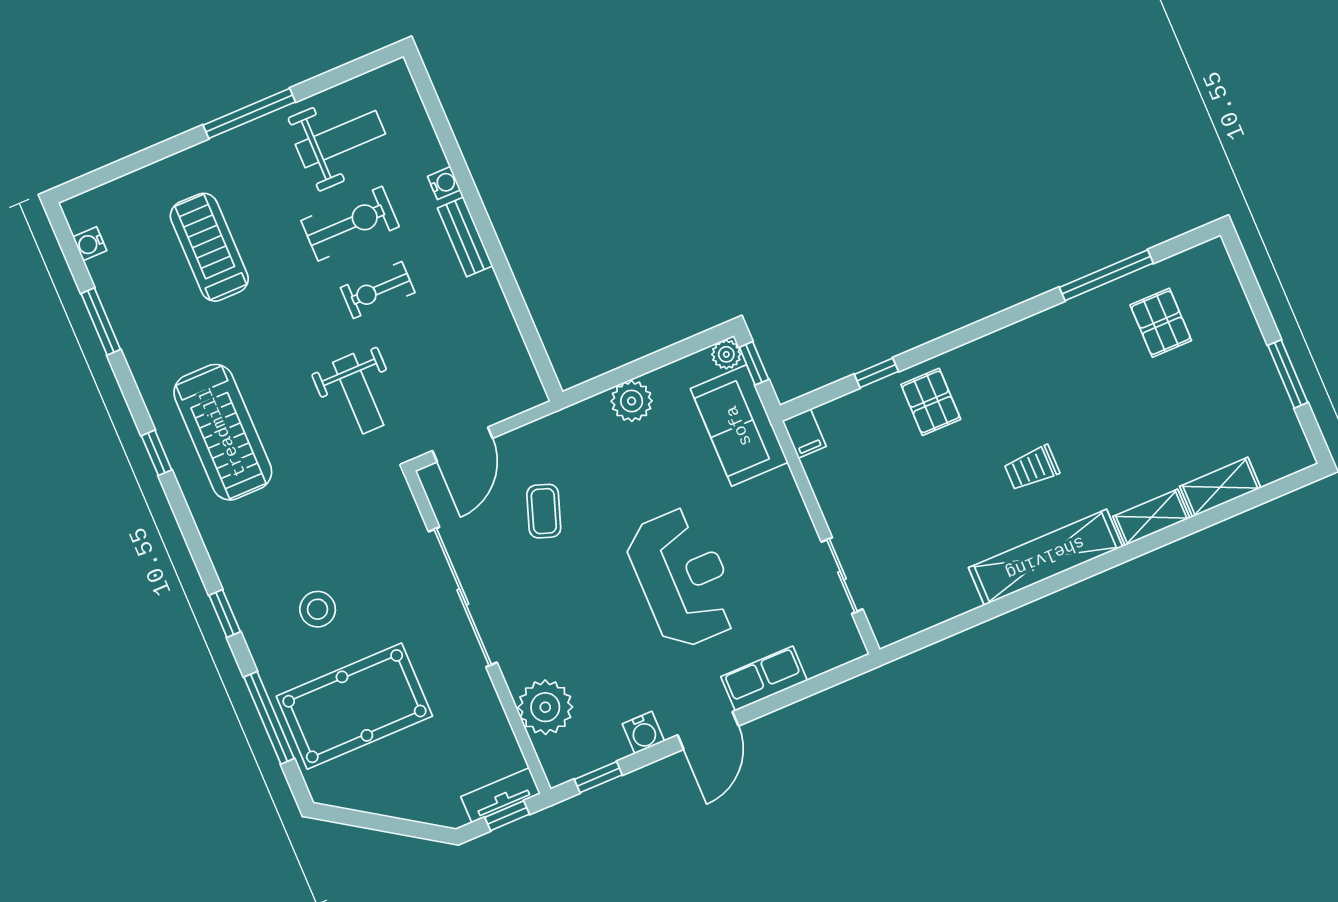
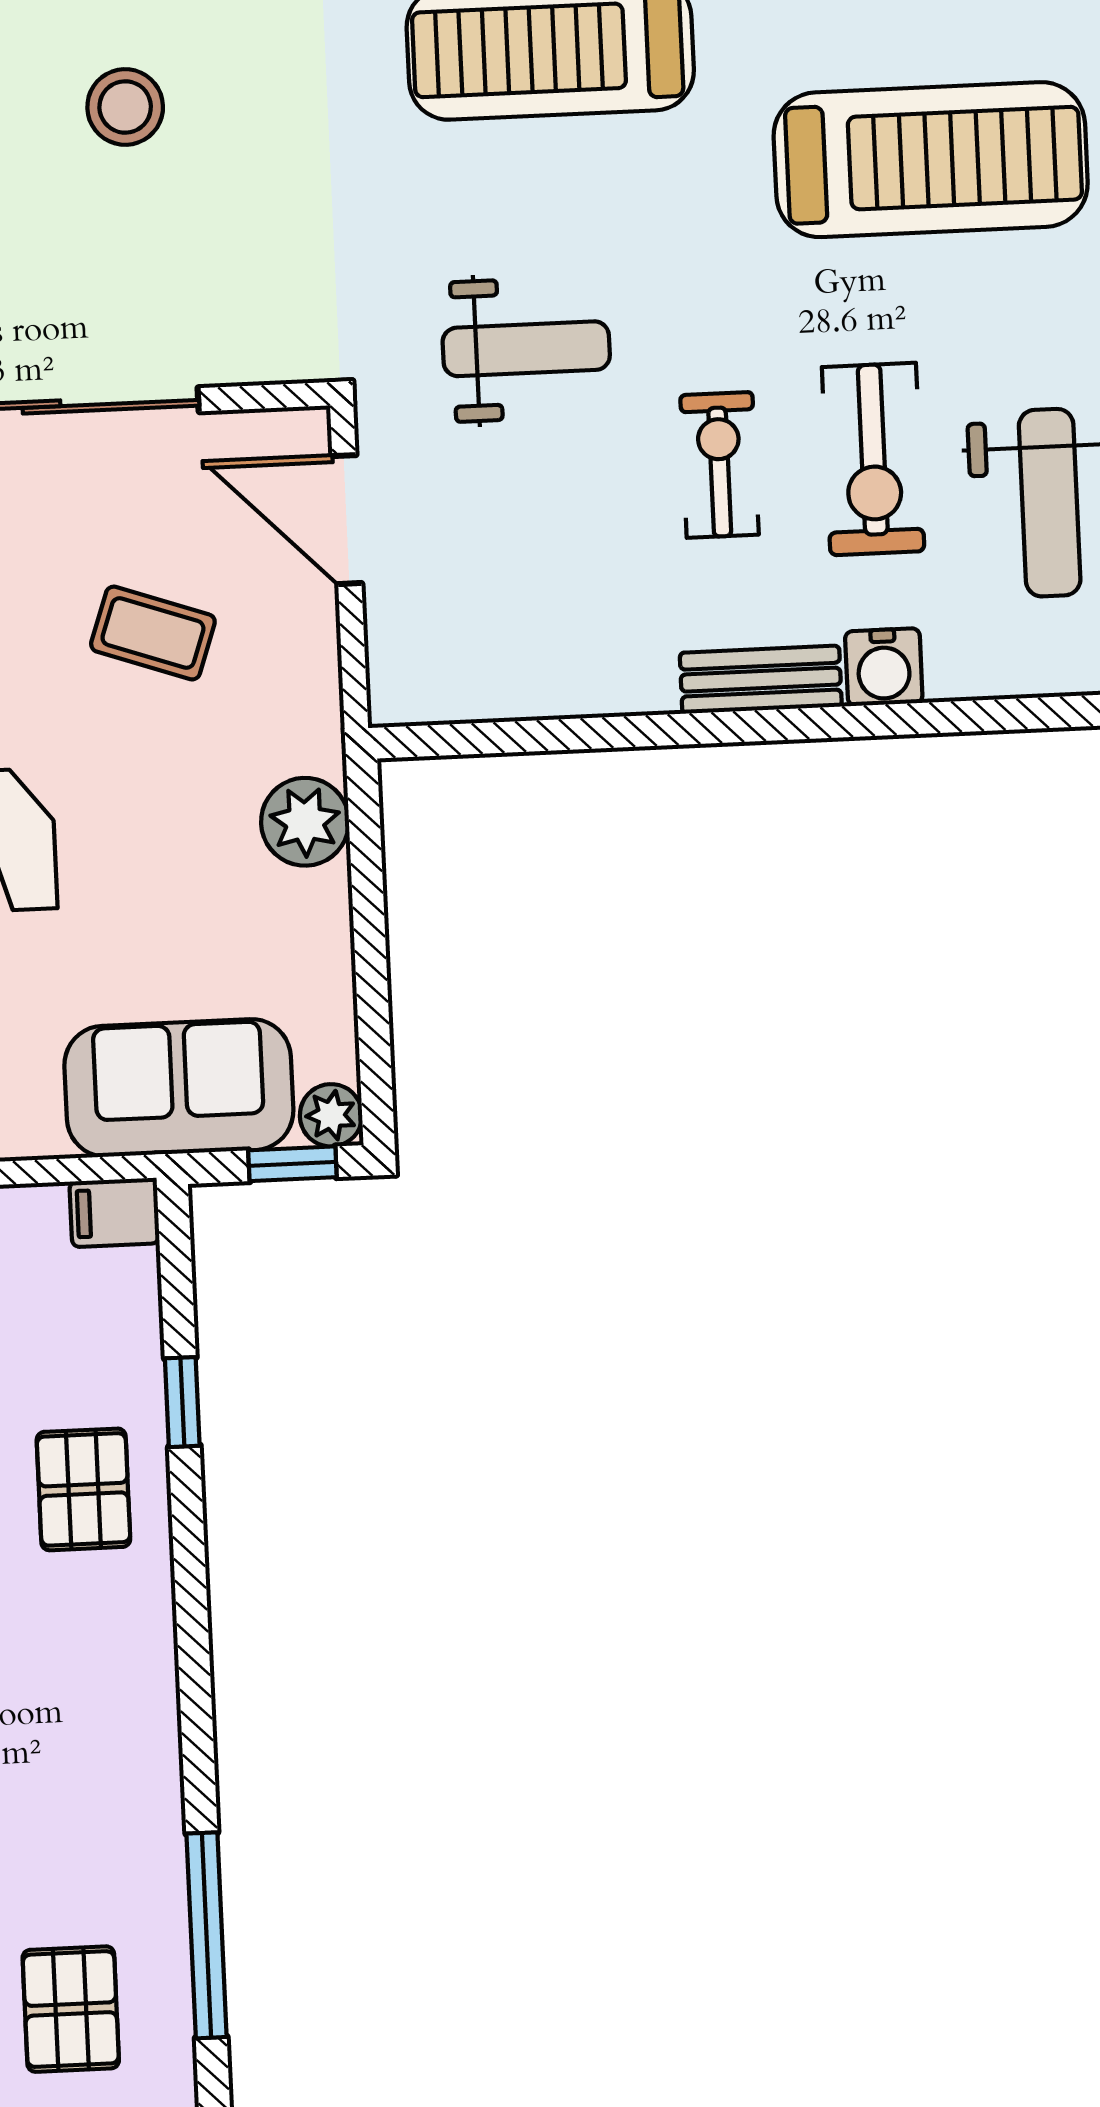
water cooler: (444, 183) -> (884, 667), width x1.38, depth x1.38
treadmill: (209, 247) -> (931, 160), width x1.37, depth x1.38
pallet: (1161, 323) -> (71, 2009), turned 90
weight bench: (358, 394) -> (526, 349), turned 180
plant: (632, 401) -> (305, 822), moved
pallet: (931, 402) -> (83, 1489), turned 90

